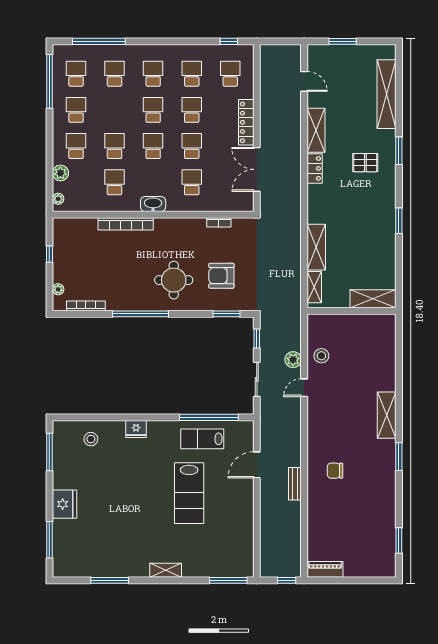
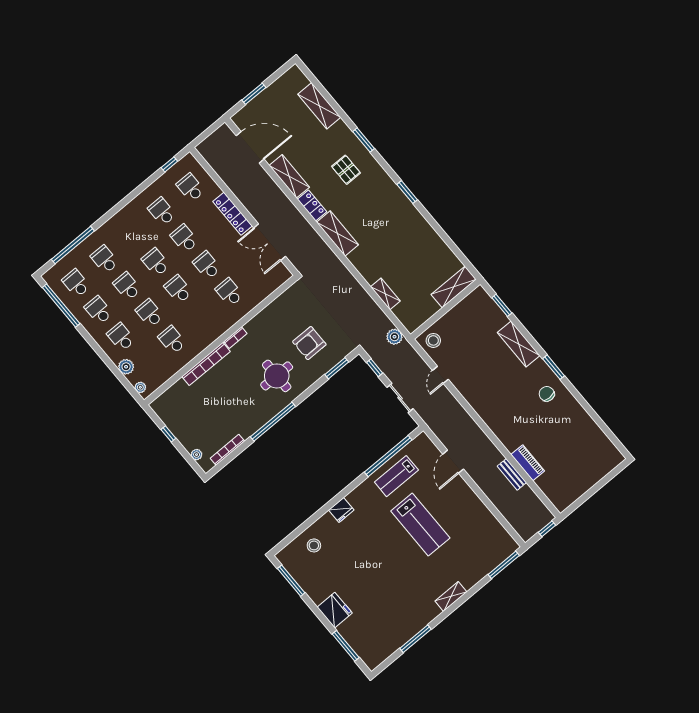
school desk: (153, 74) -> (127, 286), moved
door: (304, 81) -> (250, 147), width x1.88
shelving: (387, 94) -> (319, 106), width x0.68
pallet: (365, 163) -> (346, 170), turned 90
washbasin: (153, 204) -> (214, 332), removed
bookcase: (219, 222) -> (235, 338), moved
shelving: (316, 247) -> (338, 233), moved
shelving: (373, 299) -> (454, 287), moved
wall: (352, 311) -> (445, 309), moved
plant: (293, 360) -> (394, 337), moved
chair: (335, 471) -> (547, 394), moved, turned 90
bench: (295, 484) -> (512, 474), moved
window: (399, 541) -> (502, 305), moved
piano: (325, 569) -> (528, 463), moved, turned 90

